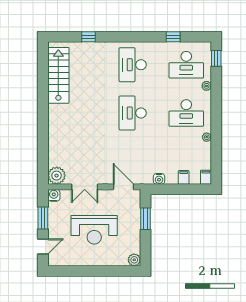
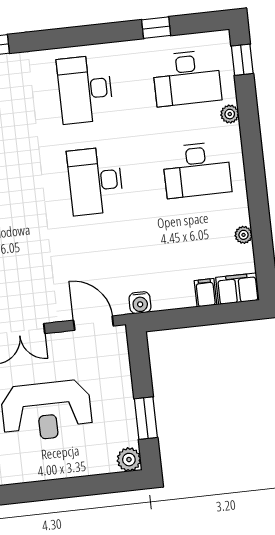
plant: (207, 137) -> (244, 235), moved
filing cabinet: (206, 177) -> (238, 289), width x2.00
water cooler: (159, 179) -> (140, 303), moved
window: (145, 219) -> (146, 418), moved

